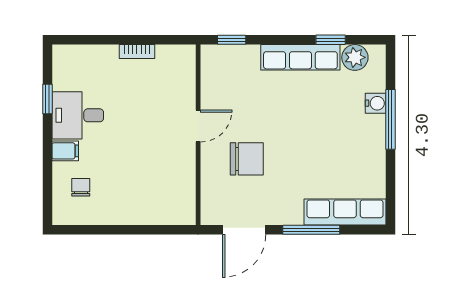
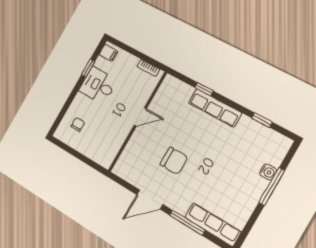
row of seats: (300, 57) -> (215, 108), moved
plant: (355, 57) -> (271, 138), removed
door: (198, 126) -> (140, 117), moved
wall: (198, 135) -> (138, 122), moved
filing cabinet: (65, 151) -> (108, 53), moved

